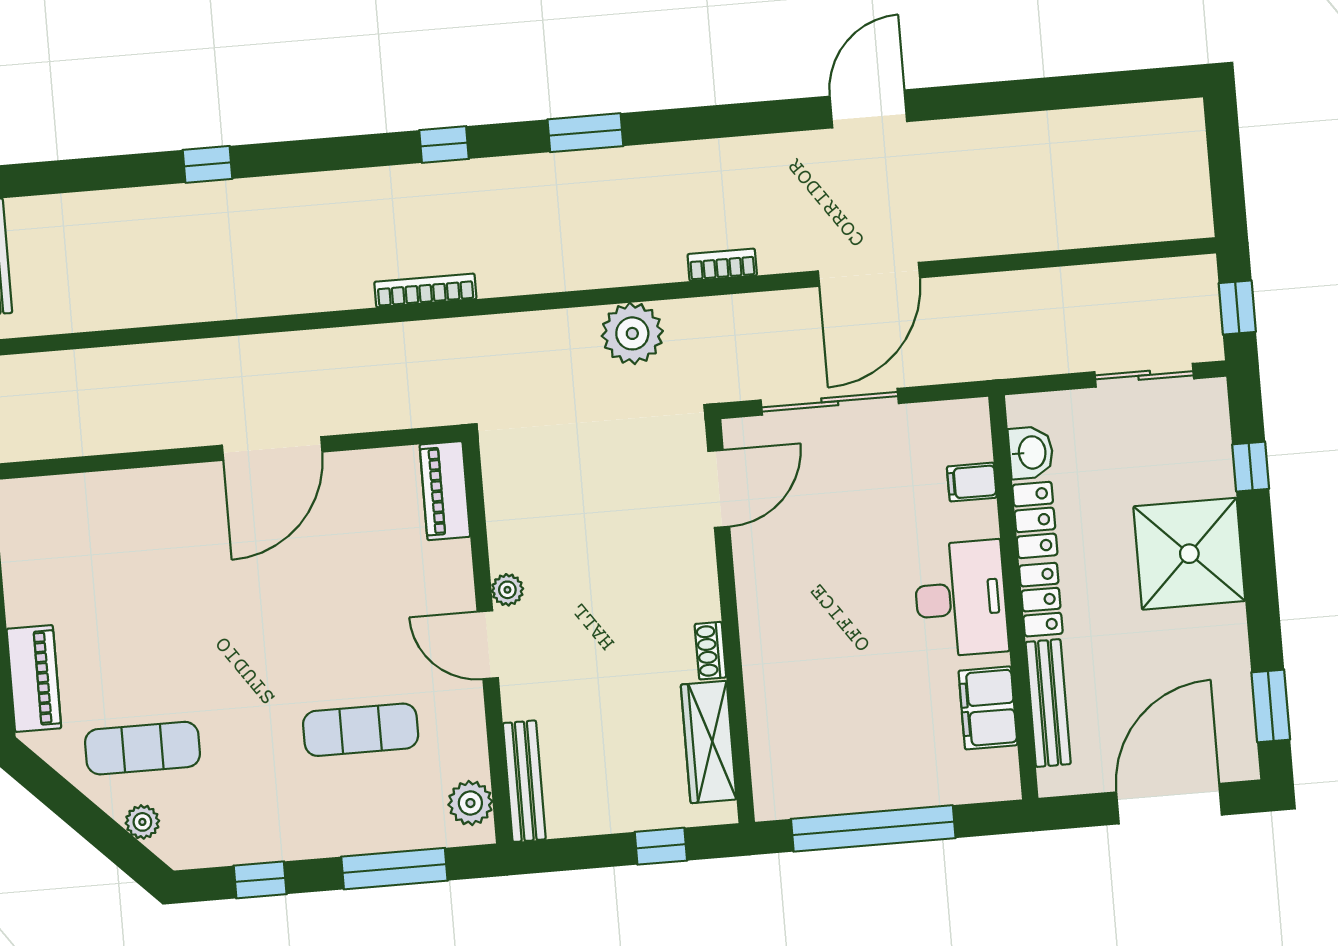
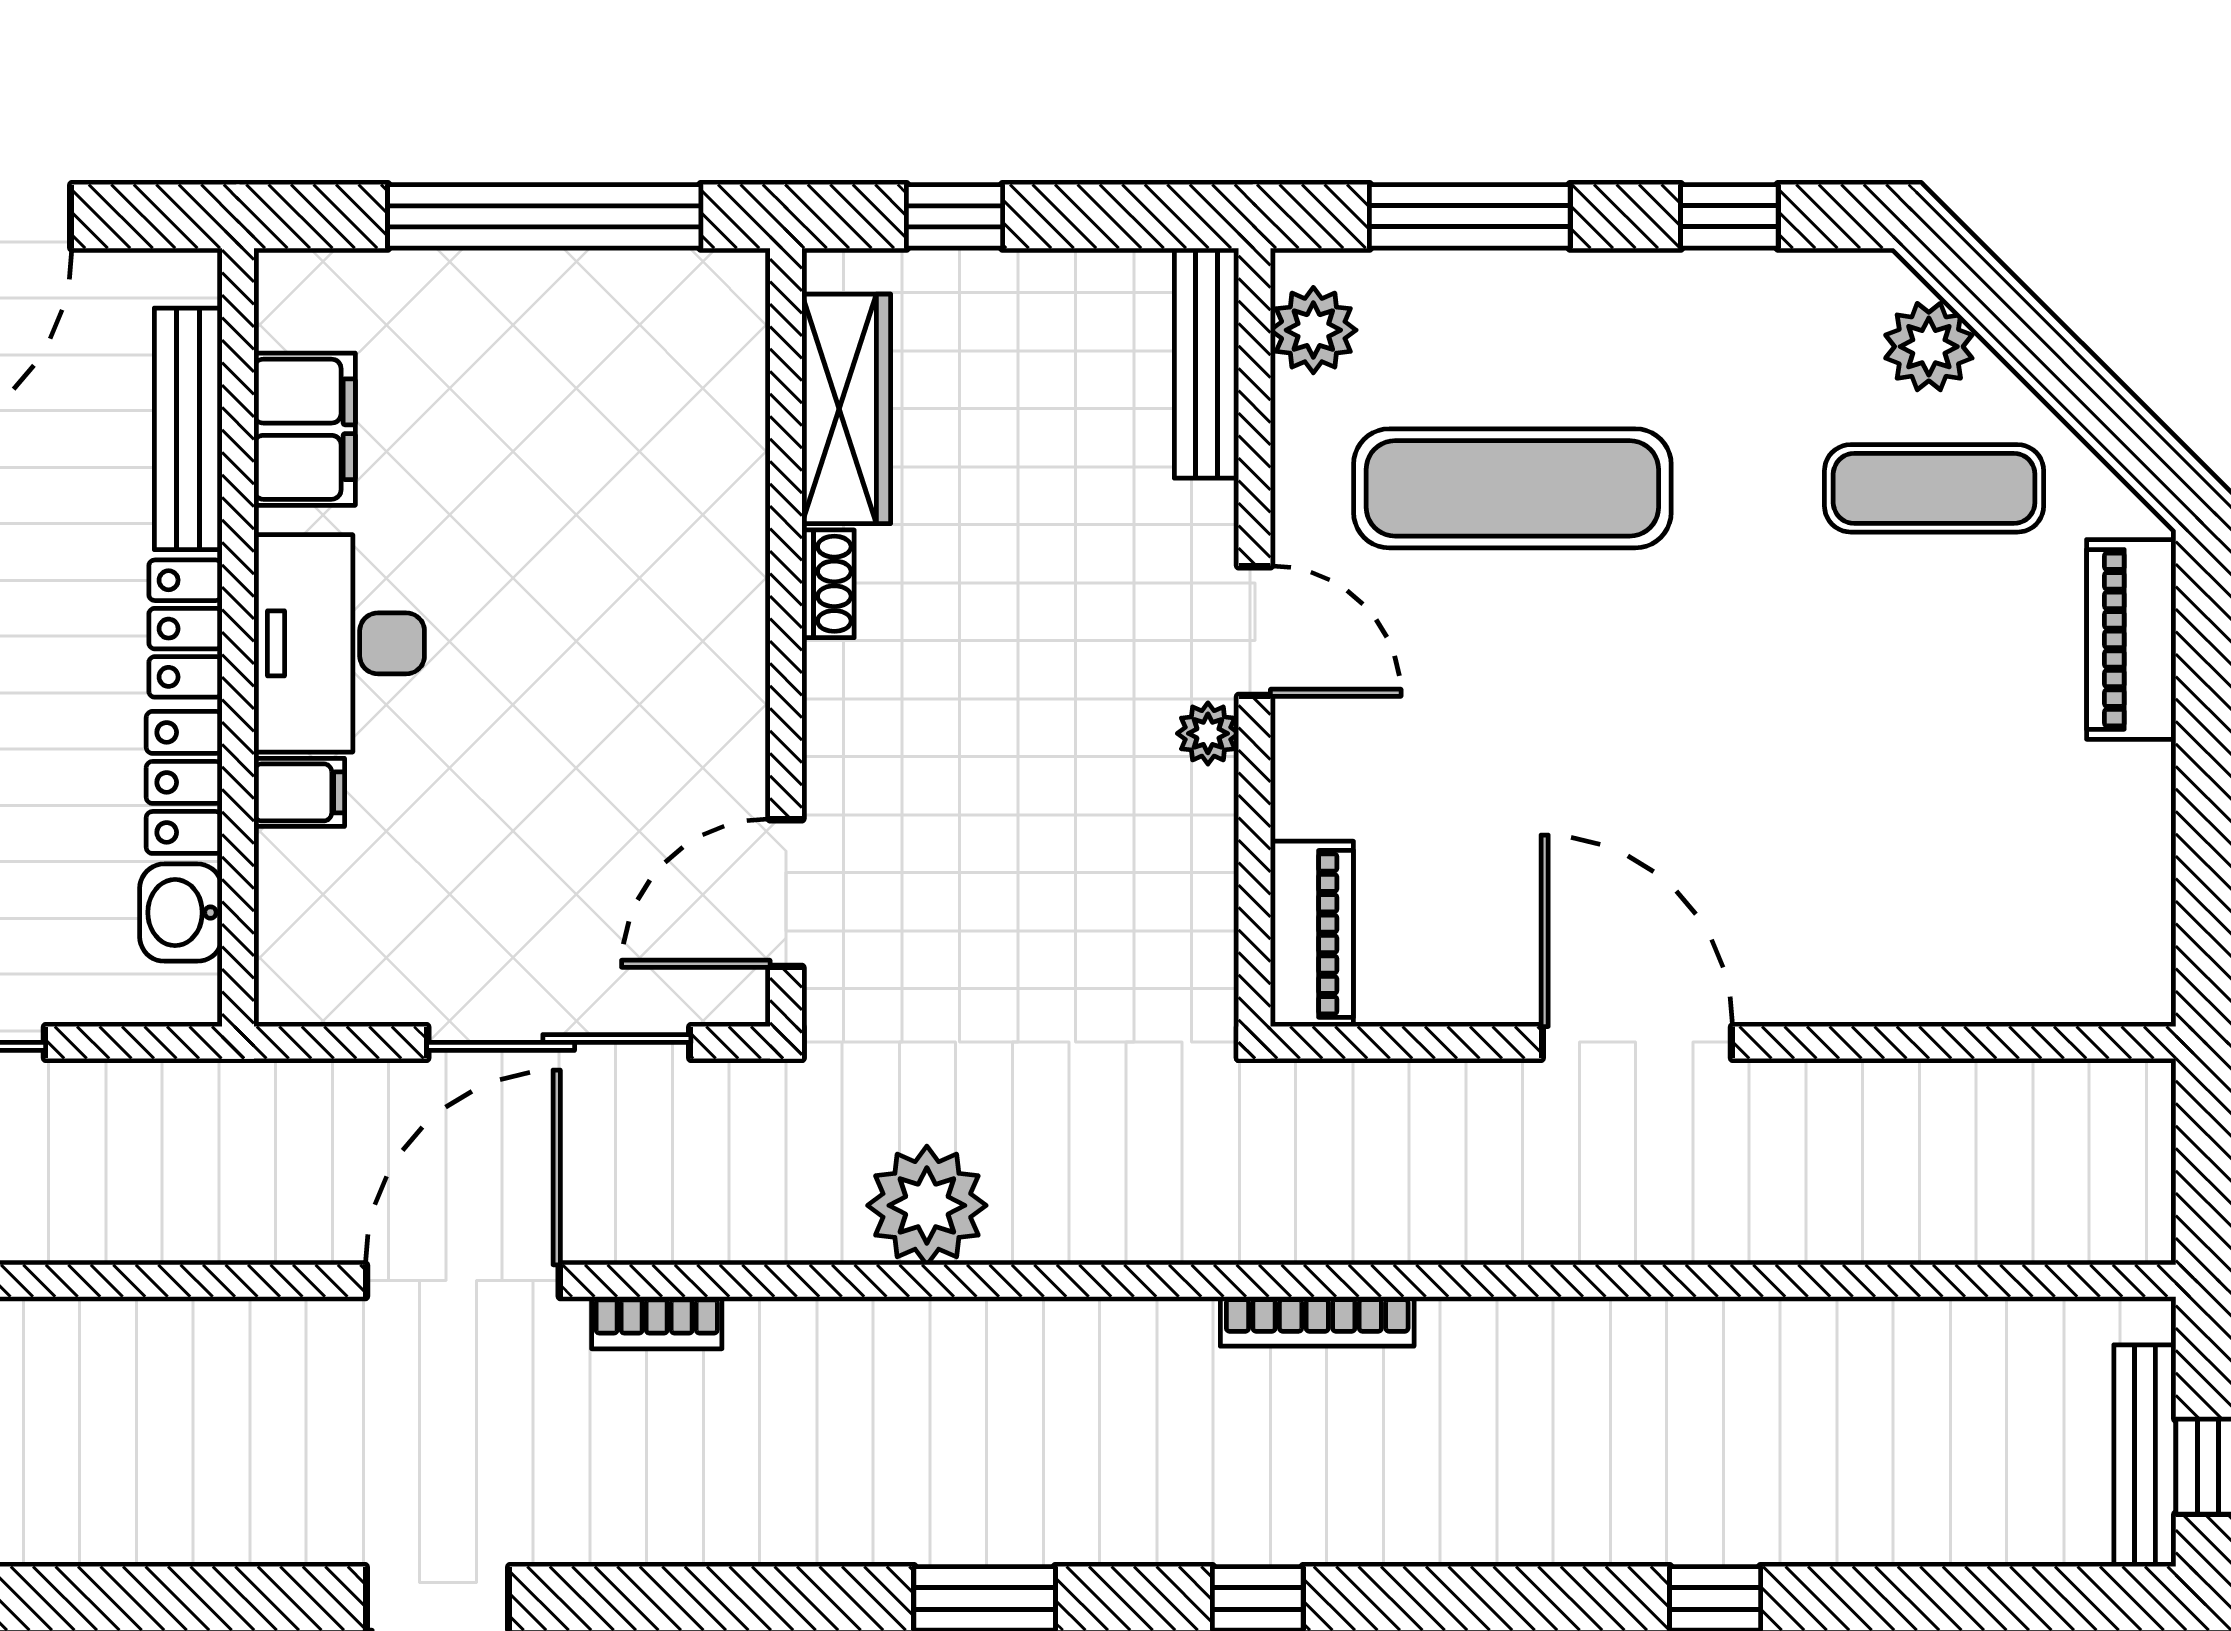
bookcase: (722, 265) -> (657, 1323), moved
door: (272, 449) -> (1637, 1042), hinge flipped
filing cabinet: (972, 482) -> (299, 792), moved
exercise mat: (361, 730) -> (1512, 488), width x1.36, depth x1.45
plant: (142, 822) -> (1929, 347), width x1.38, depth x1.38

